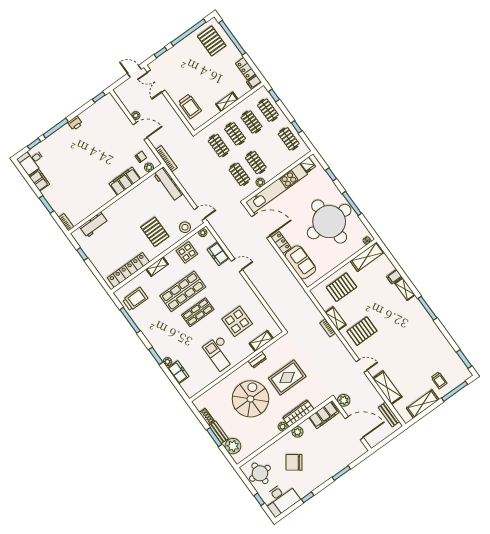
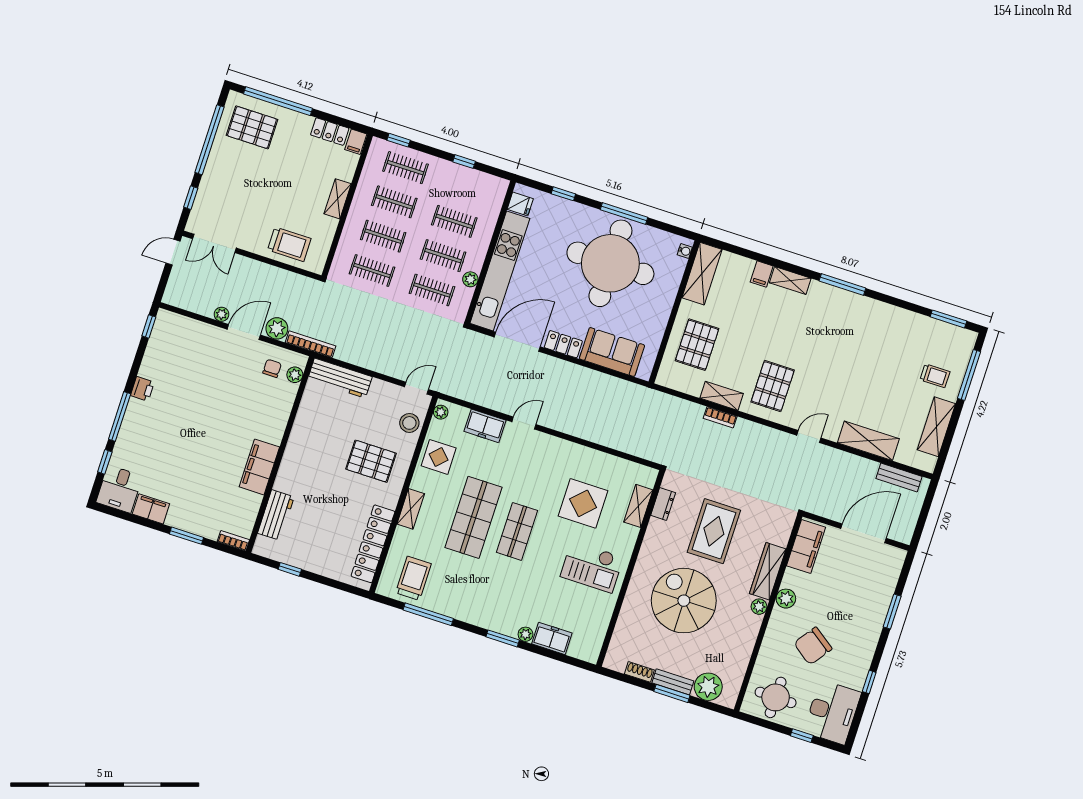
clothes rail: (289, 139) -> (454, 221), moved
filing cabinet: (125, 181) -> (259, 467), moved
dresser: (257, 360) -> (663, 504), moved
plant: (344, 400) -> (277, 328), moved

